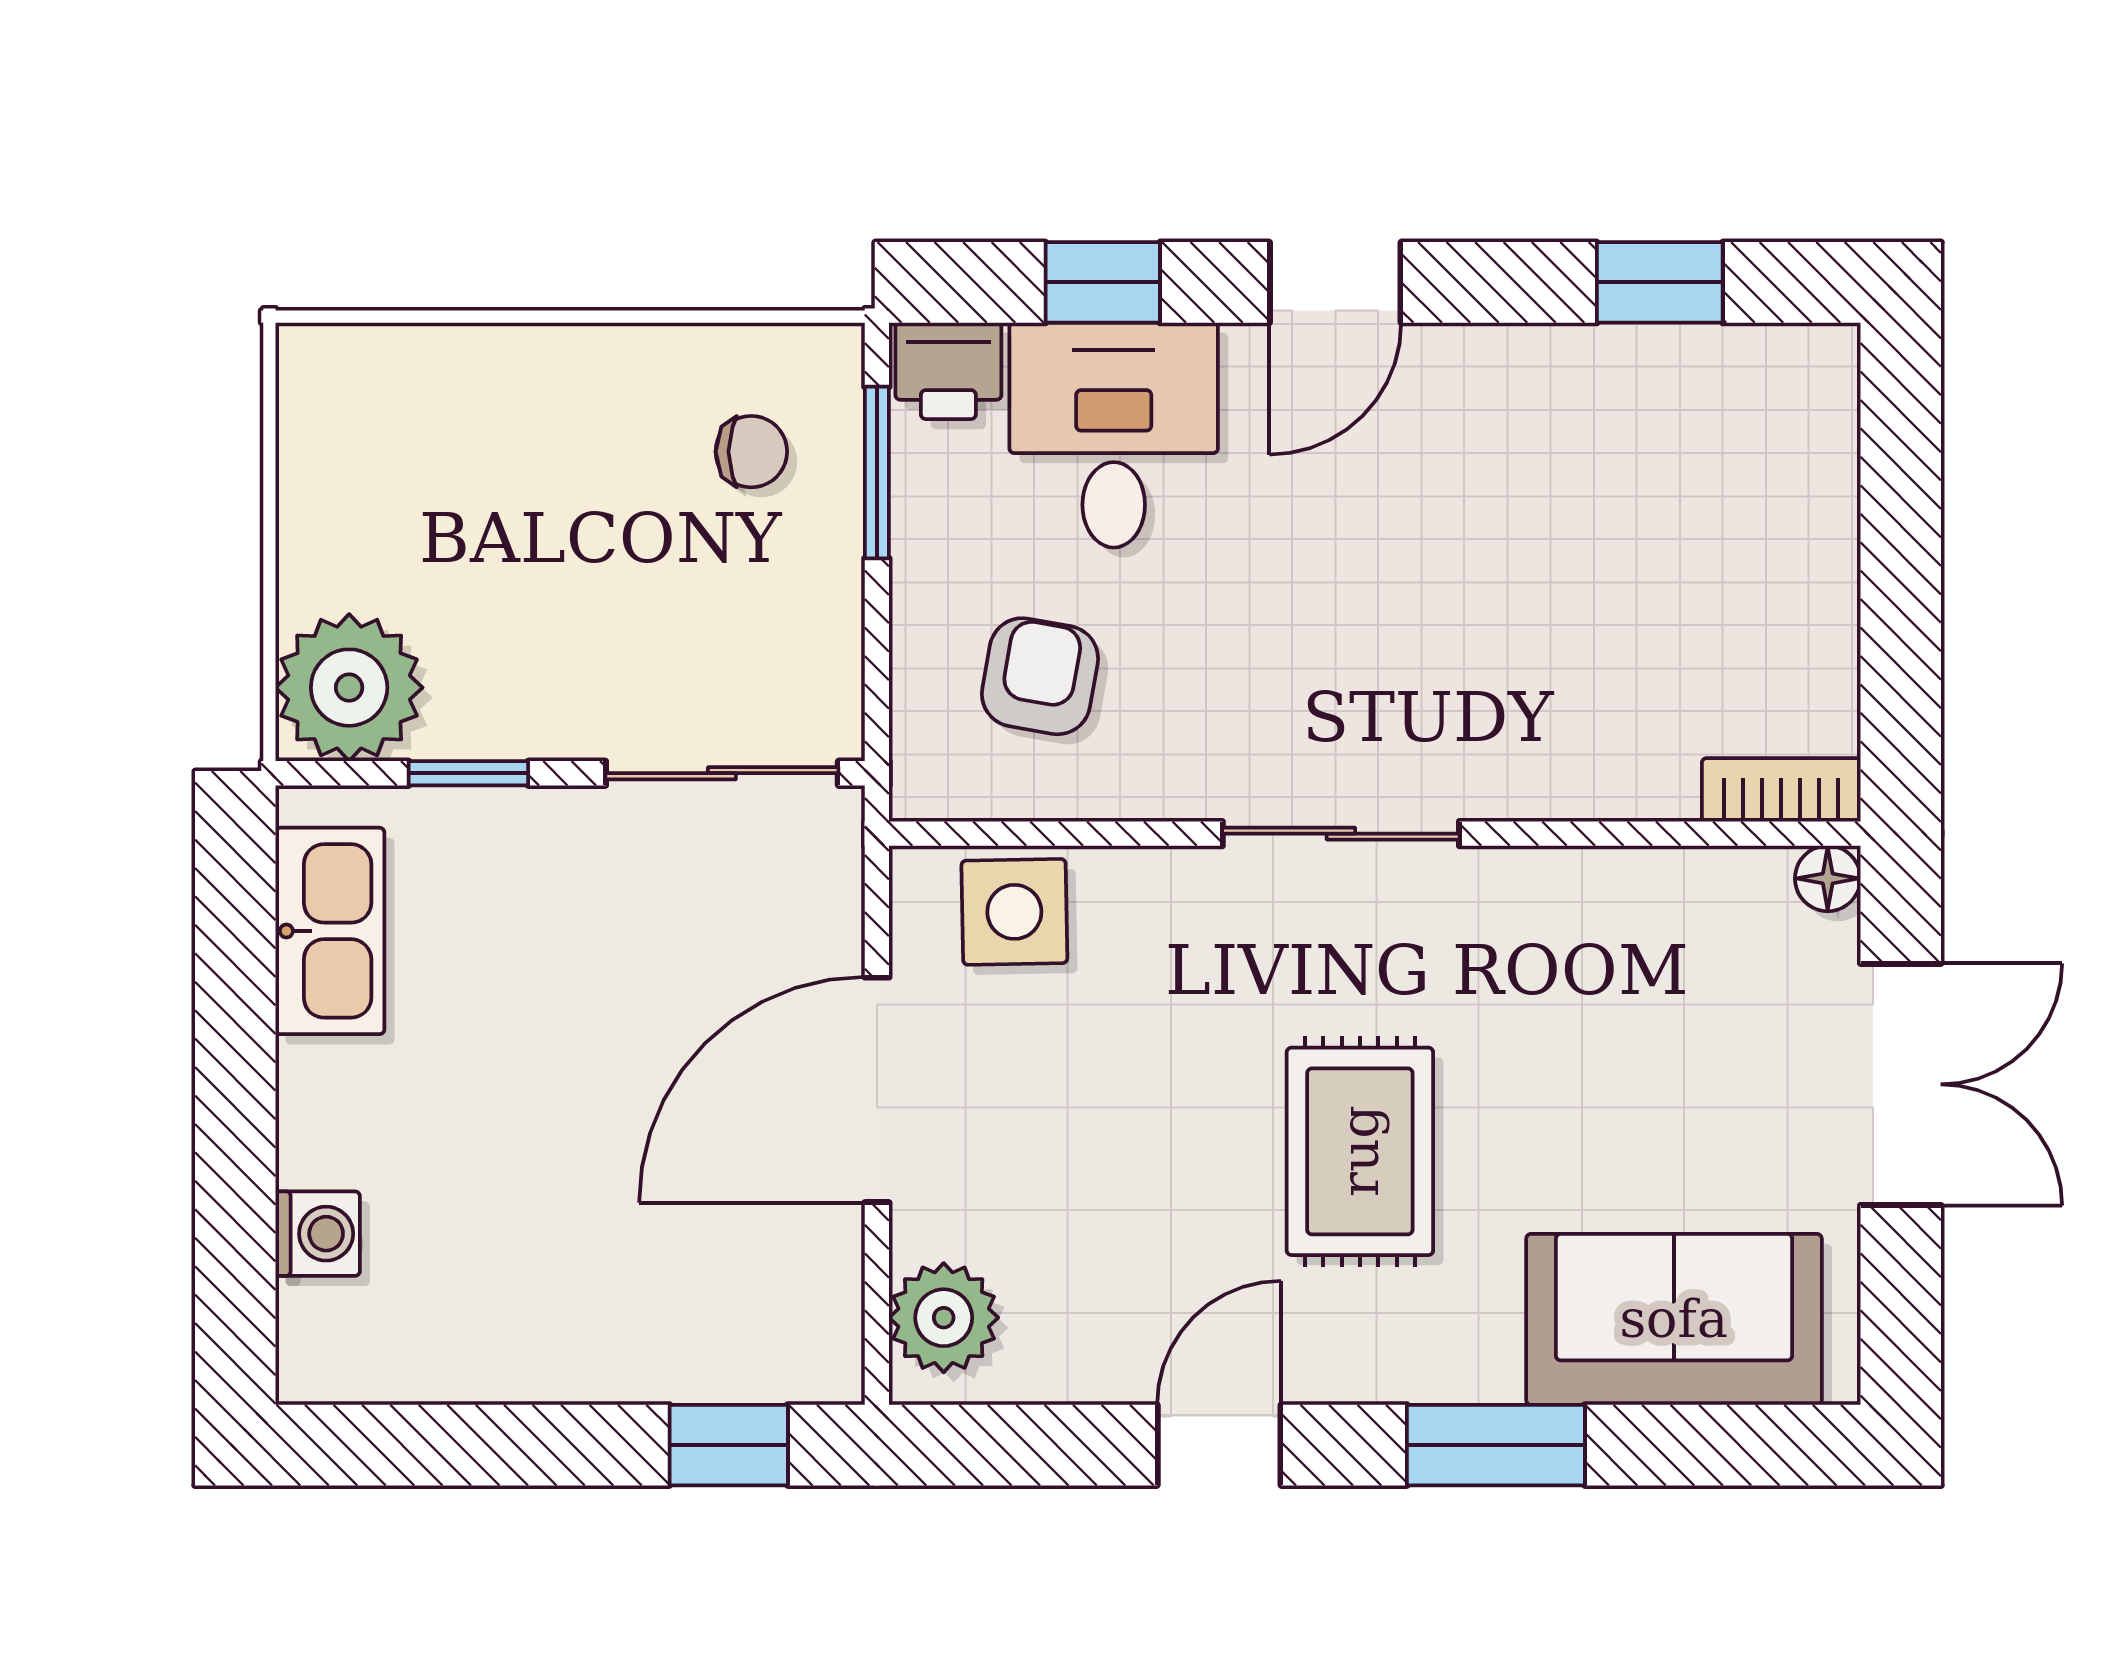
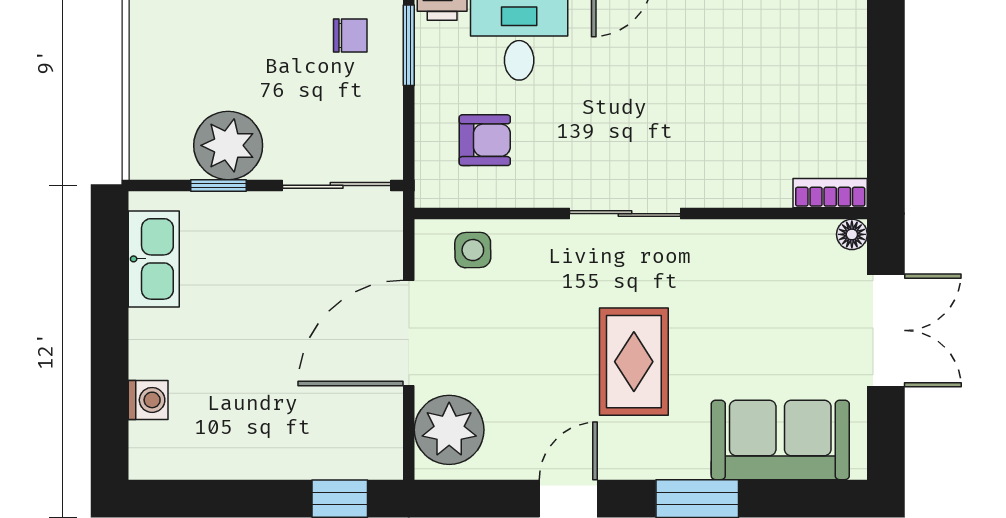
armchair: (1040, 676) -> (485, 140), turned 80
plant: (349, 688) -> (228, 145), moved
side table: (1014, 912) -> (473, 250), width x0.73, depth x0.73
plant: (944, 1318) -> (449, 430), width x1.36, depth x1.36

